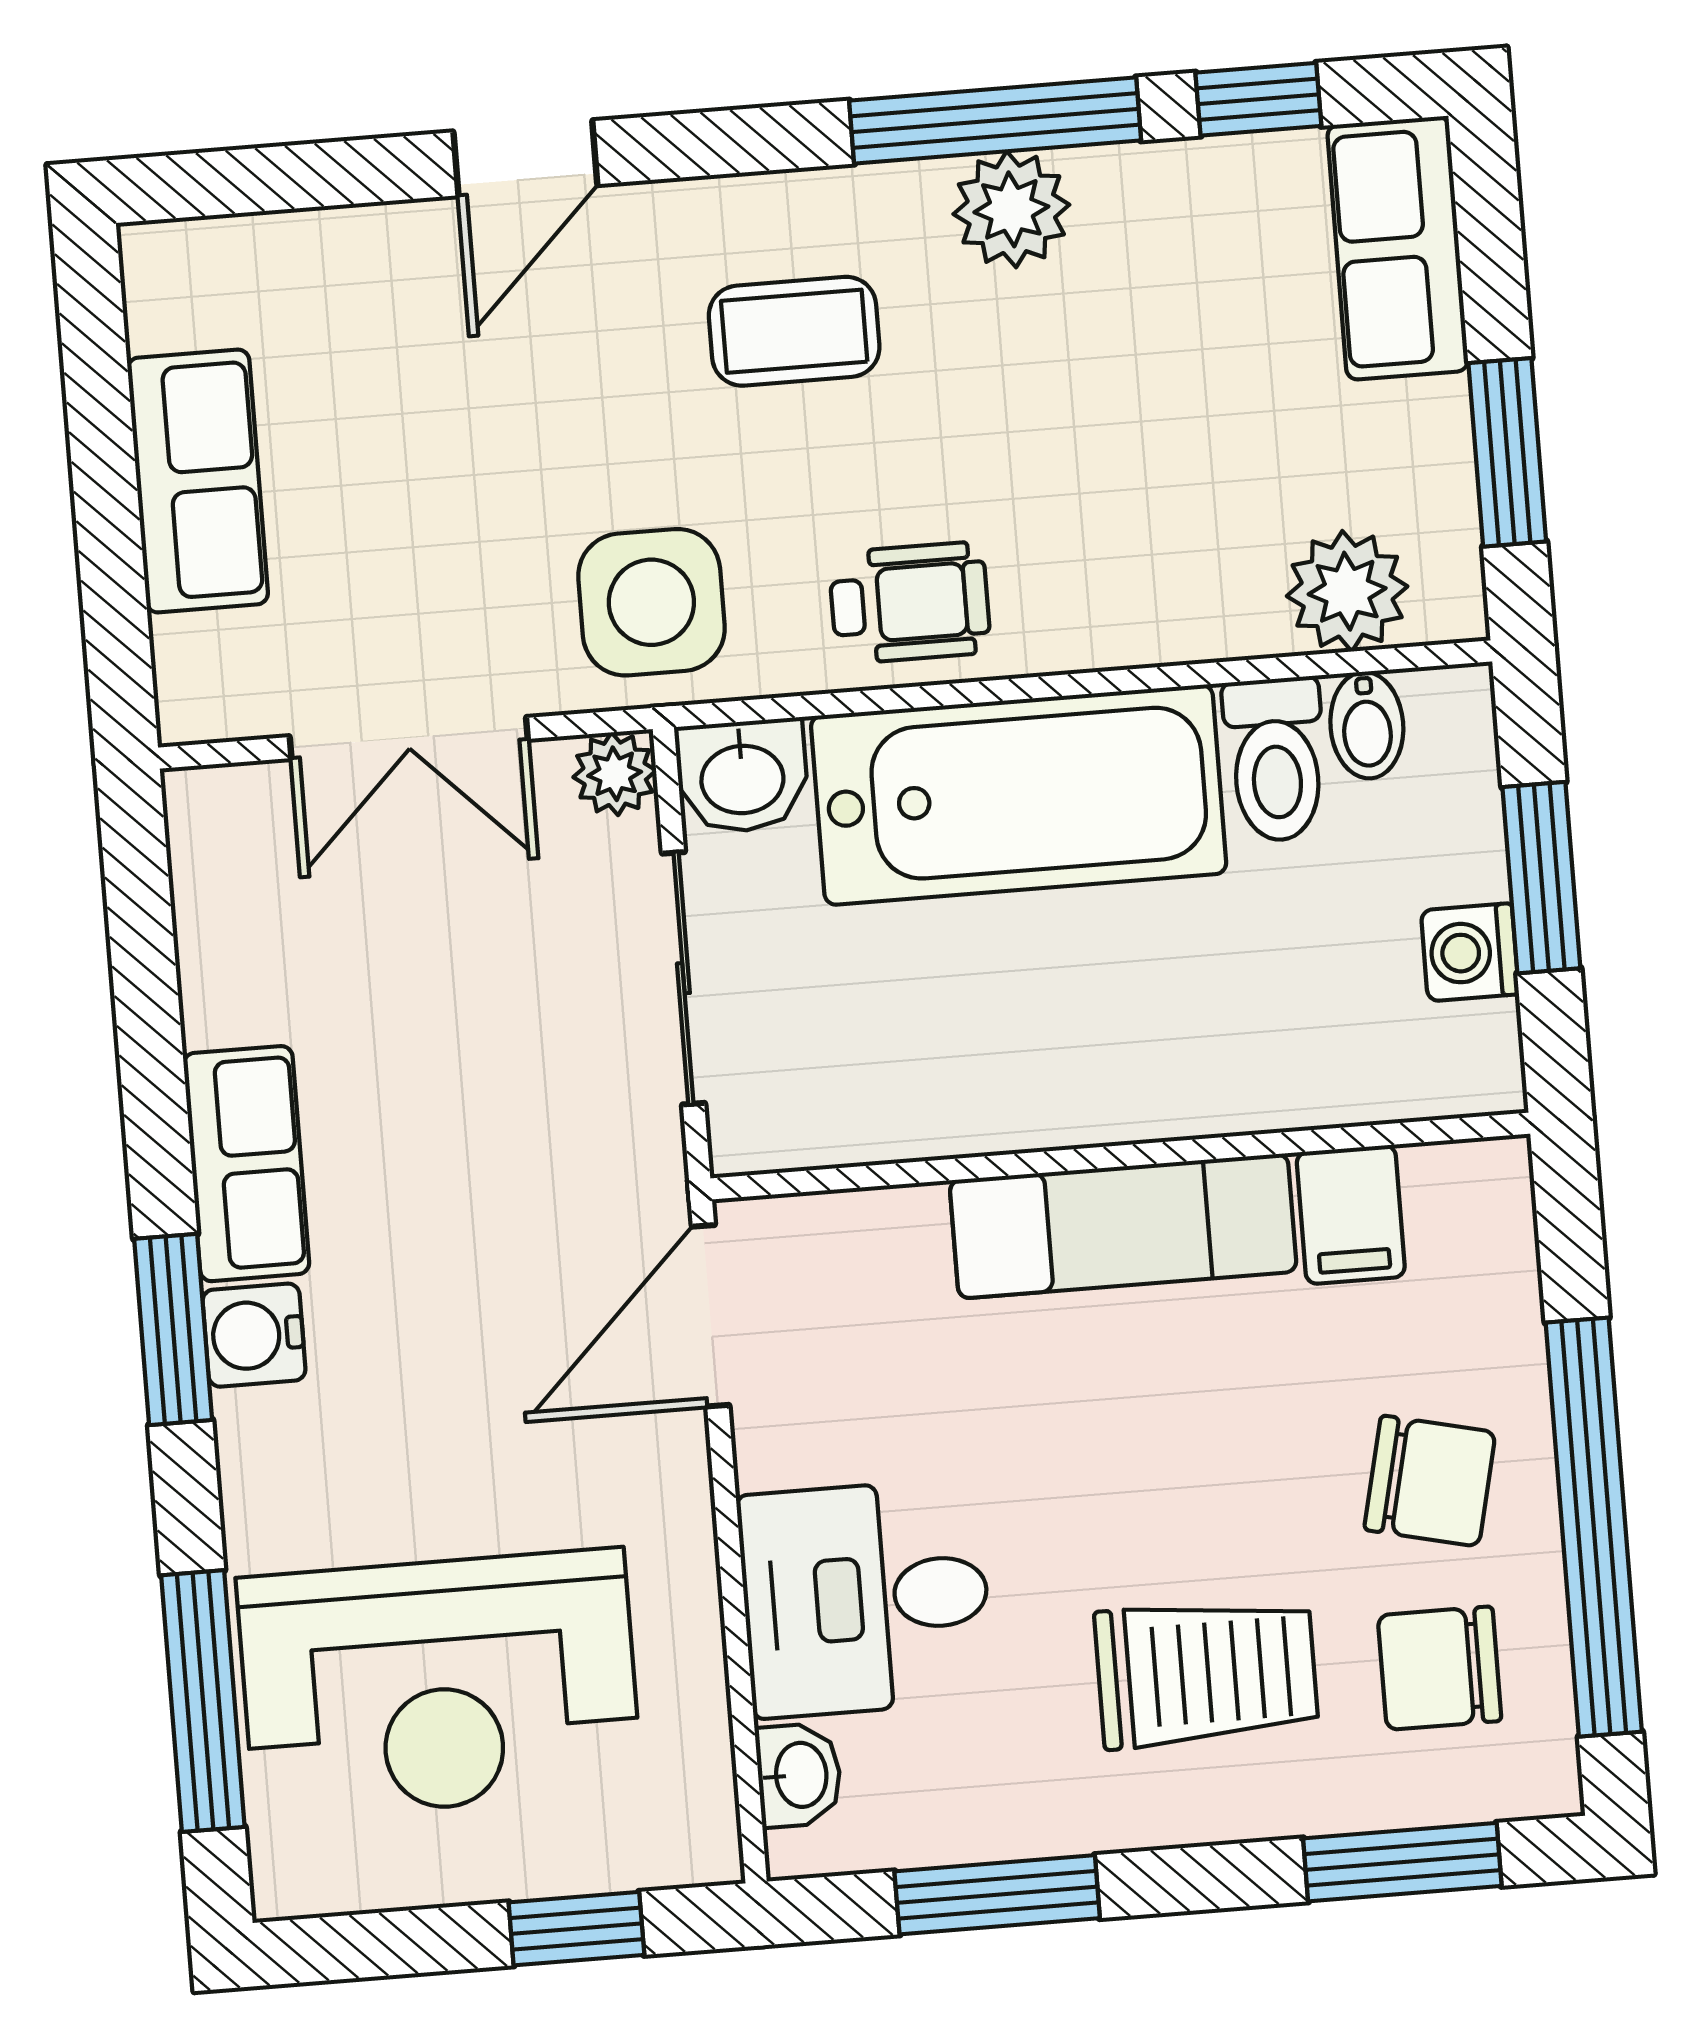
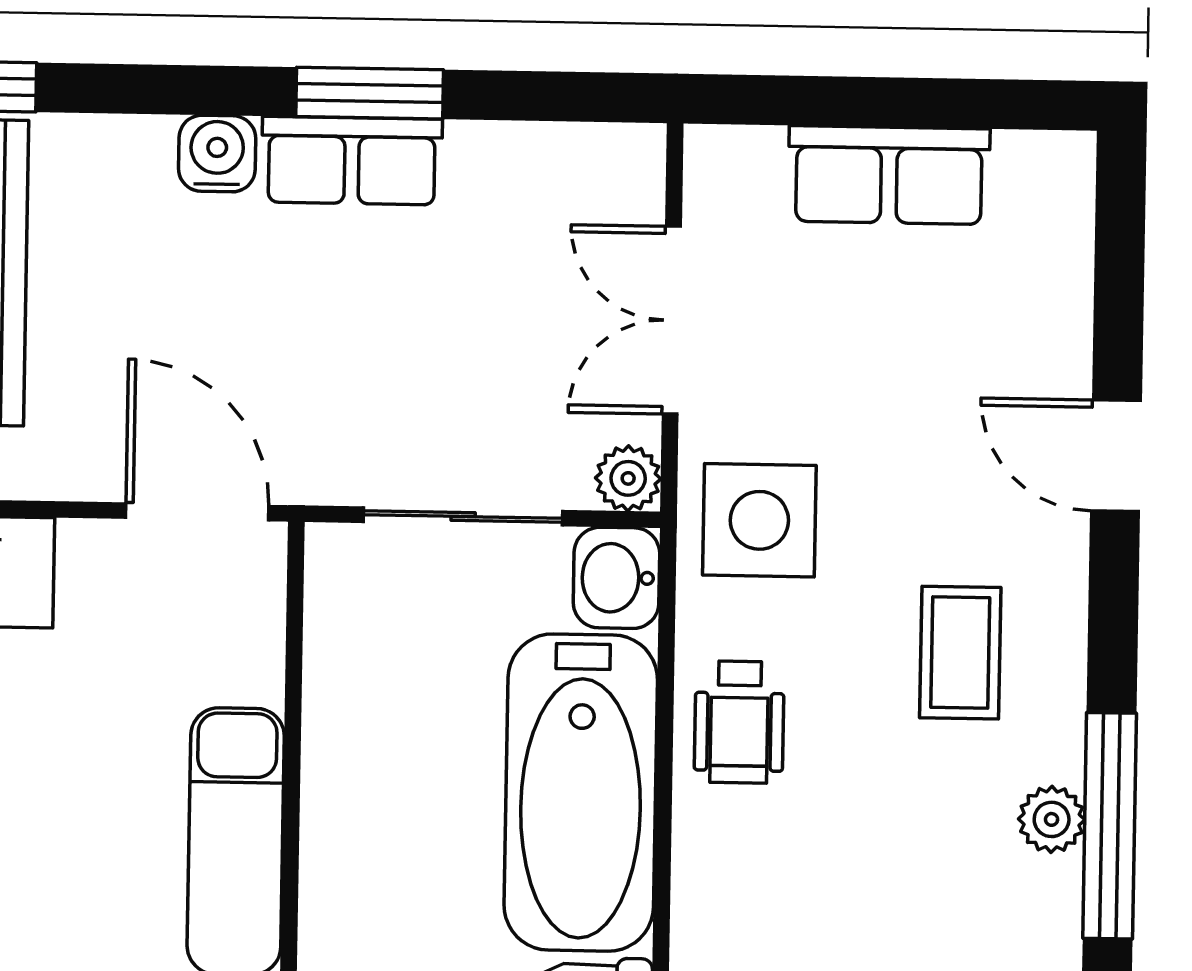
plant: (1011, 209) -> (1052, 819), width x0.73, depth x0.73
window: (173, 1329) -> (370, 93), moved

